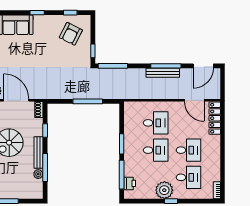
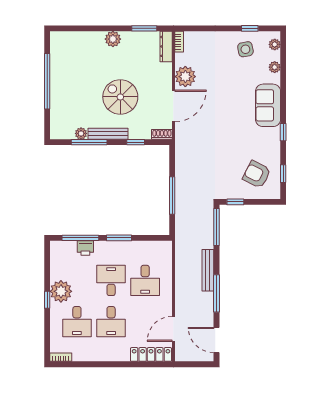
bench: (163, 73) -> (208, 270), moved
desk: (156, 150) -> (111, 280), turned 180
printer: (130, 183) -> (85, 248), moved

